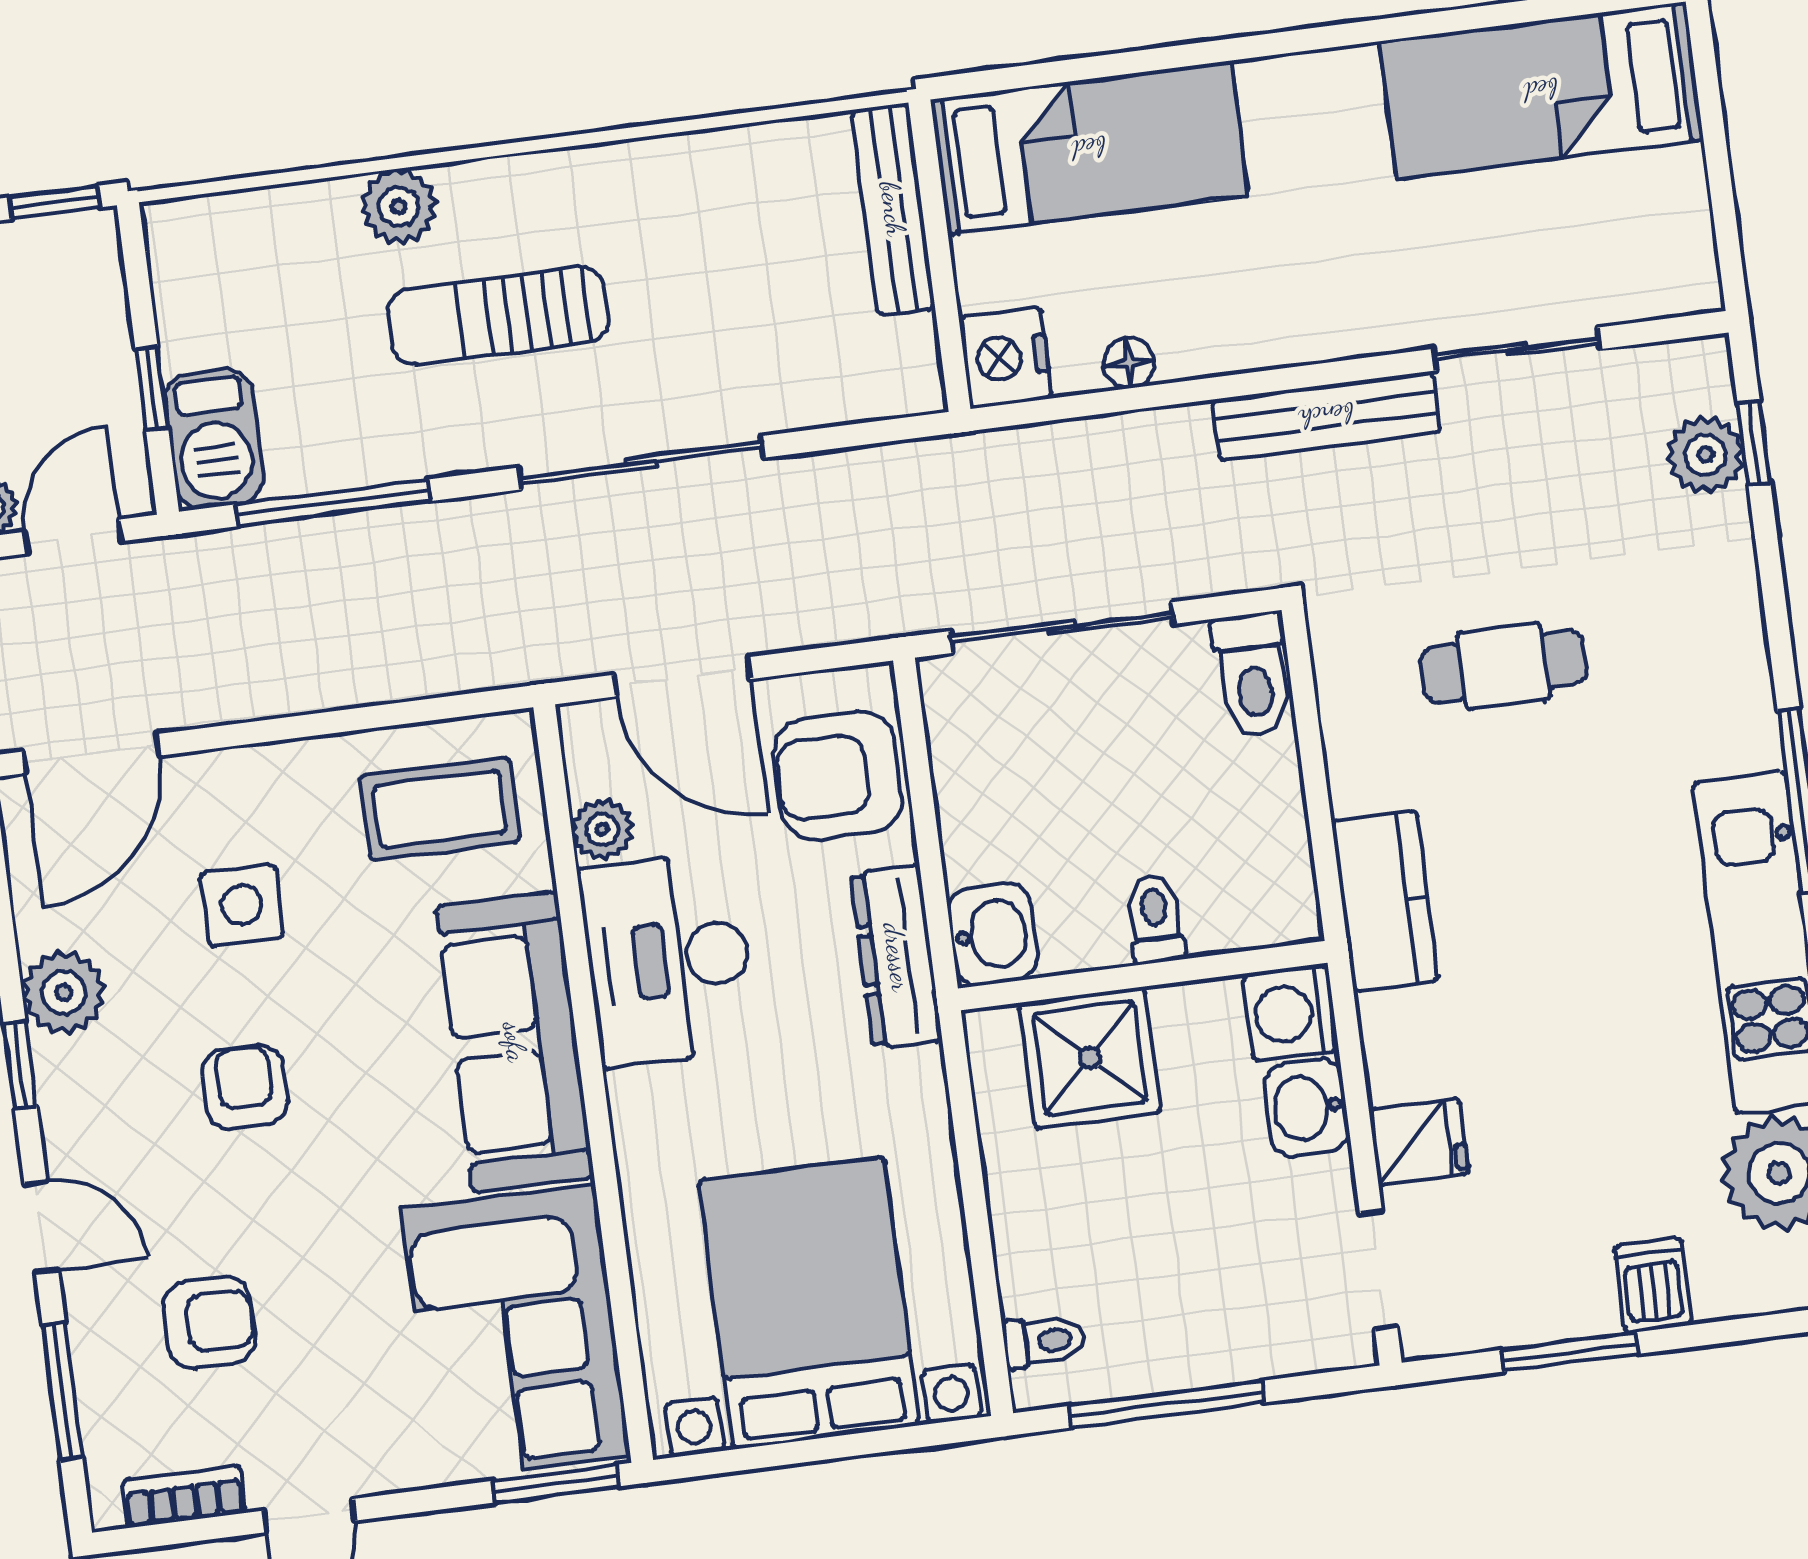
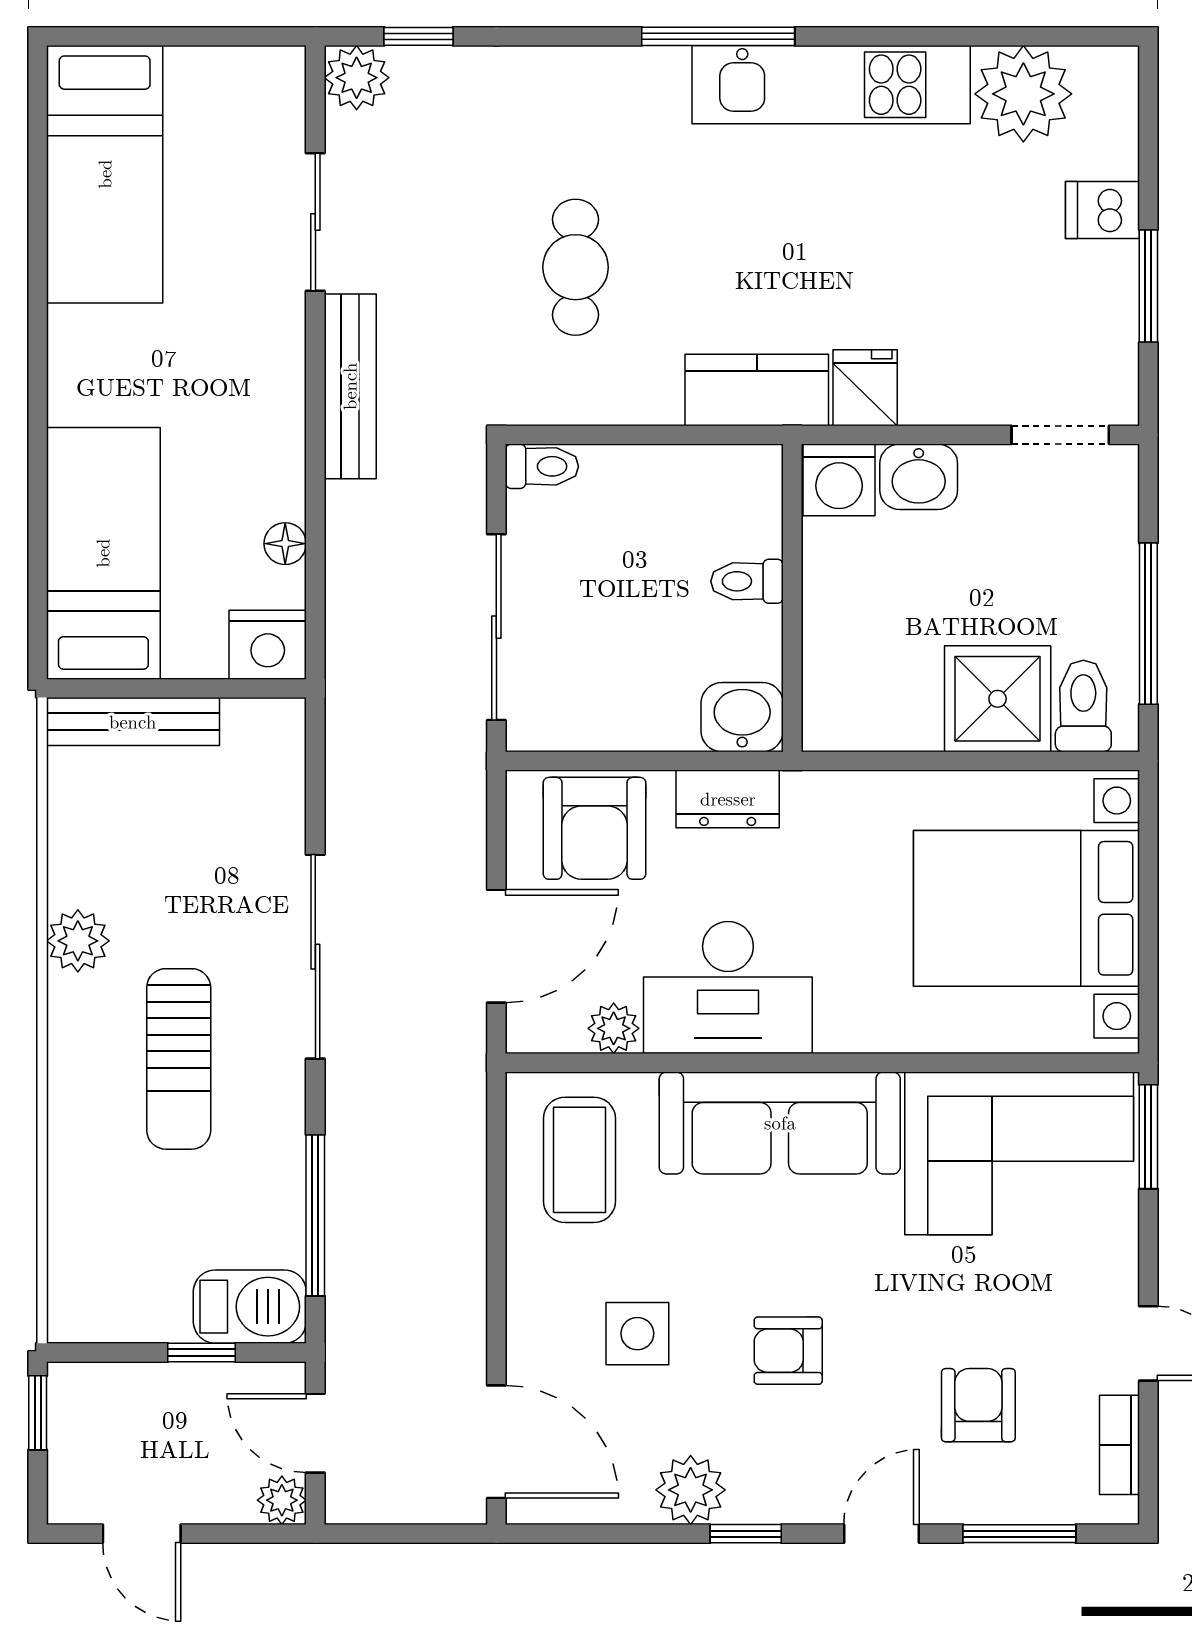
plant: (399, 206) -> (78, 941), moved
plant: (1705, 455) -> (357, 78), moved
toilet: (1253, 675) -> (542, 466), width x0.73, depth x0.72
dresser: (897, 957) -> (728, 799), width x0.70
shower: (1090, 1058) -> (998, 699), moved
fridge: (1419, 1142) -> (865, 388), moved
toilet: (1044, 1341) -> (1083, 706), width x1.37, depth x1.39

